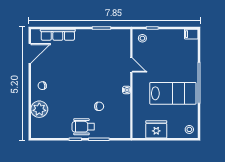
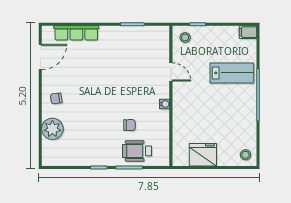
lab bench: (173, 93) -> (232, 73), moved, width x0.73, depth x0.72
wheelchair: (83, 127) -> (137, 151), moved

